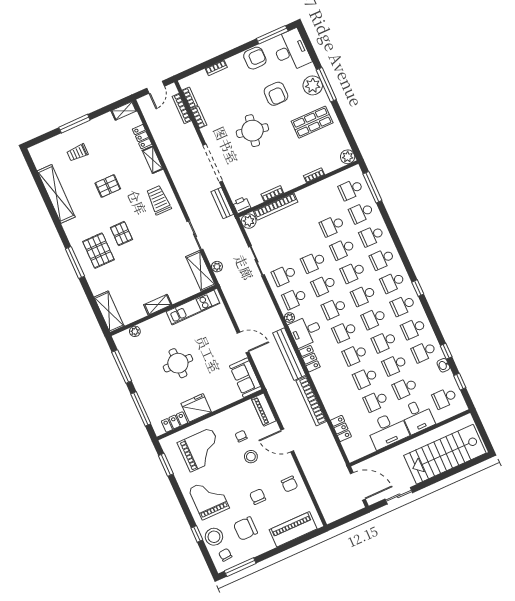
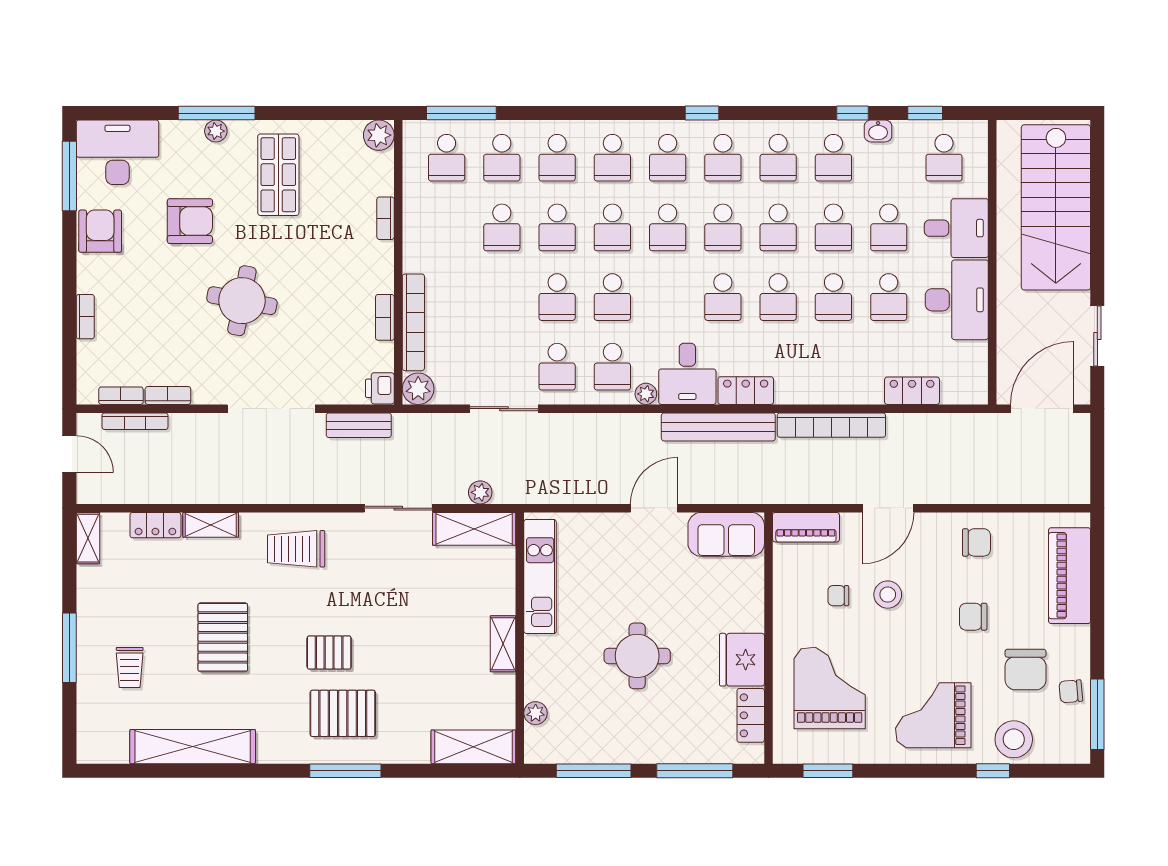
plant: (313, 85) -> (216, 131), width x0.53, depth x0.53
pallet: (108, 186) -> (223, 637), width x1.50, depth x1.42
school desk: (334, 308) -> (668, 297), removed
chair: (225, 555) -> (1071, 691), moved

